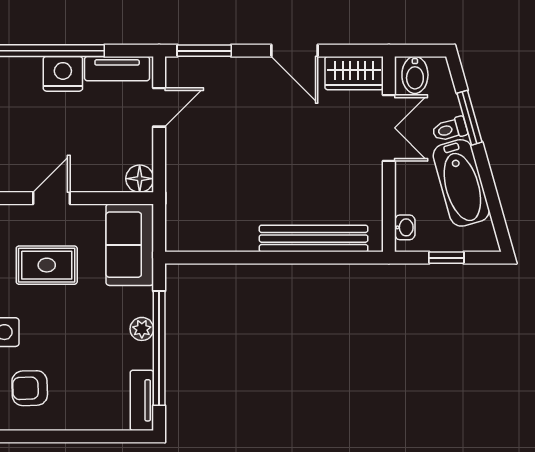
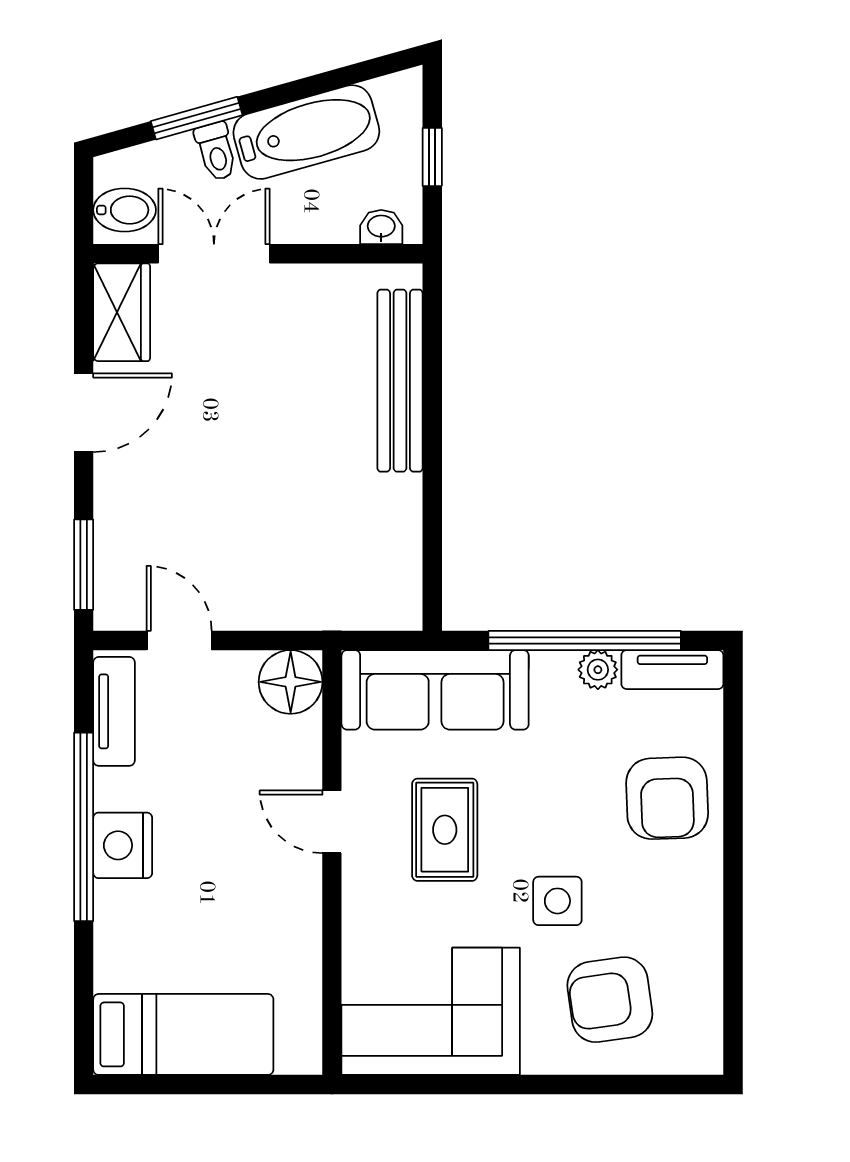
nightstand: (63, 74) -> (123, 845), moved
floor lamp: (140, 179) -> (291, 682), width x1.38, depth x1.38
sofa: (130, 245) -> (435, 690), width x1.36
plant: (142, 329) -> (598, 670), moved
armchair: (30, 388) -> (667, 798), moved, width x1.38, depth x1.38

